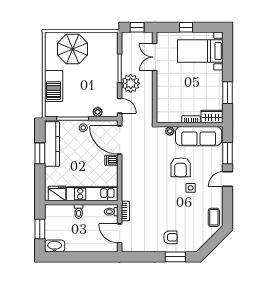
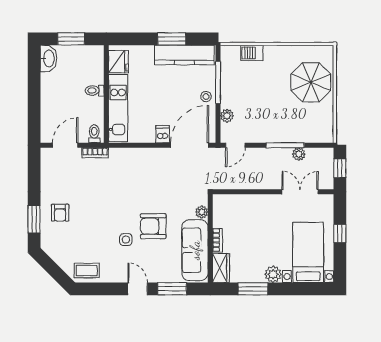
plant: (217, 77) -> (273, 274), added
plant: (131, 83) -> (299, 154), moved, width x0.53, depth x0.53
barbecue: (54, 86) -> (252, 53), width x0.53, depth x0.65

